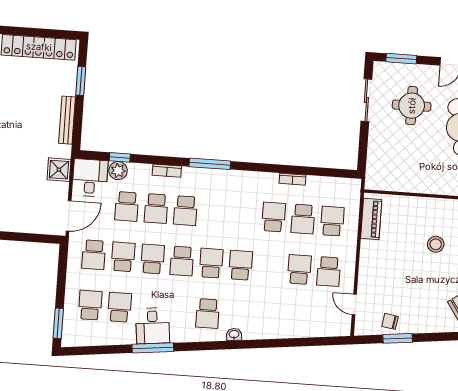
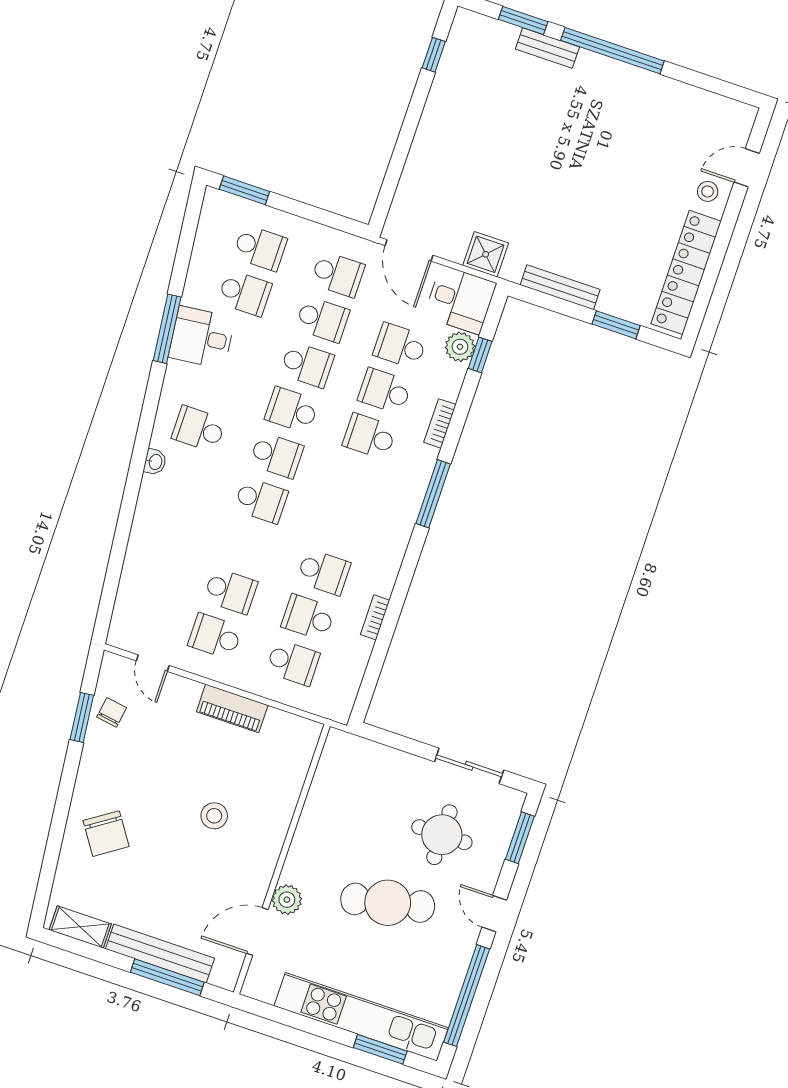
piano: (371, 219) -> (232, 708), moved
school desk: (94, 255) -> (338, 274), turned 180
door: (354, 305) -> (153, 663), swing flipped

